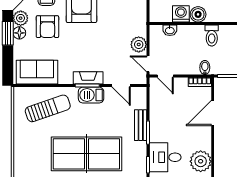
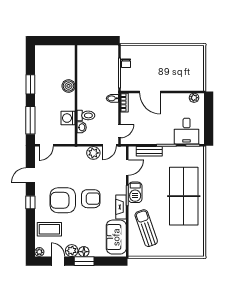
boiler: (198, 14) -> (69, 86), moved
armchair: (47, 27) -> (91, 199), moved
toilet: (212, 35) -> (86, 115), moved
fireplace: (88, 78) -> (121, 207), moved
bench: (141, 125) -> (149, 151), moved
plant: (201, 161) -> (194, 98), width x0.53, depth x0.53

